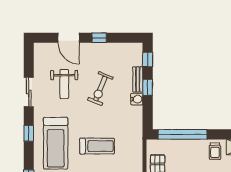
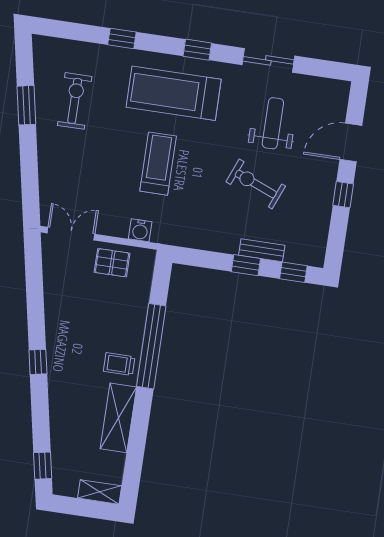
weight bench: (64, 84) -> (273, 123), turned 90
water cooler: (137, 99) -> (140, 230), moved
window: (183, 134) -> (151, 346), moved
treadmill: (97, 146) -> (158, 164), turned 180

